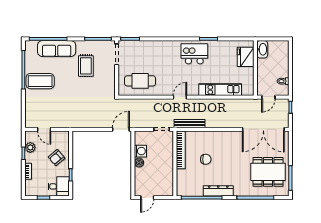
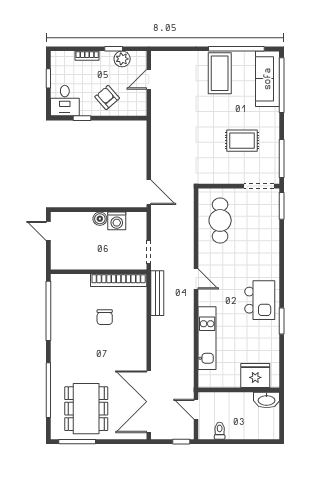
sofa: (57, 49) -> (268, 79), moved
dresser: (218, 191) -> (58, 335), removed

